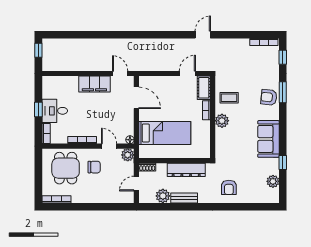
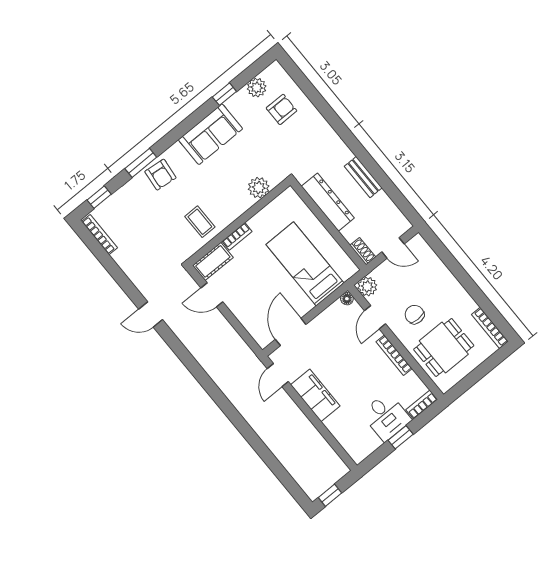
plant: (222, 121) -> (259, 188), moved
armchair: (229, 187) -> (282, 109), moved
plant: (163, 196) -> (382, 204), removed

